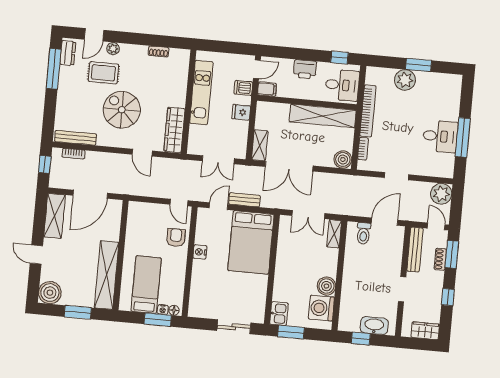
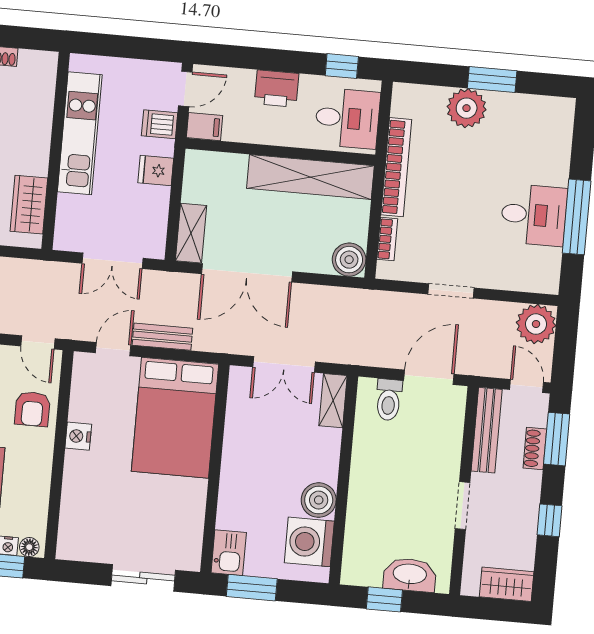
wardrobe: (174, 130) -> (29, 205), width x0.67
armchair: (176, 238) -> (32, 409), turned 180

